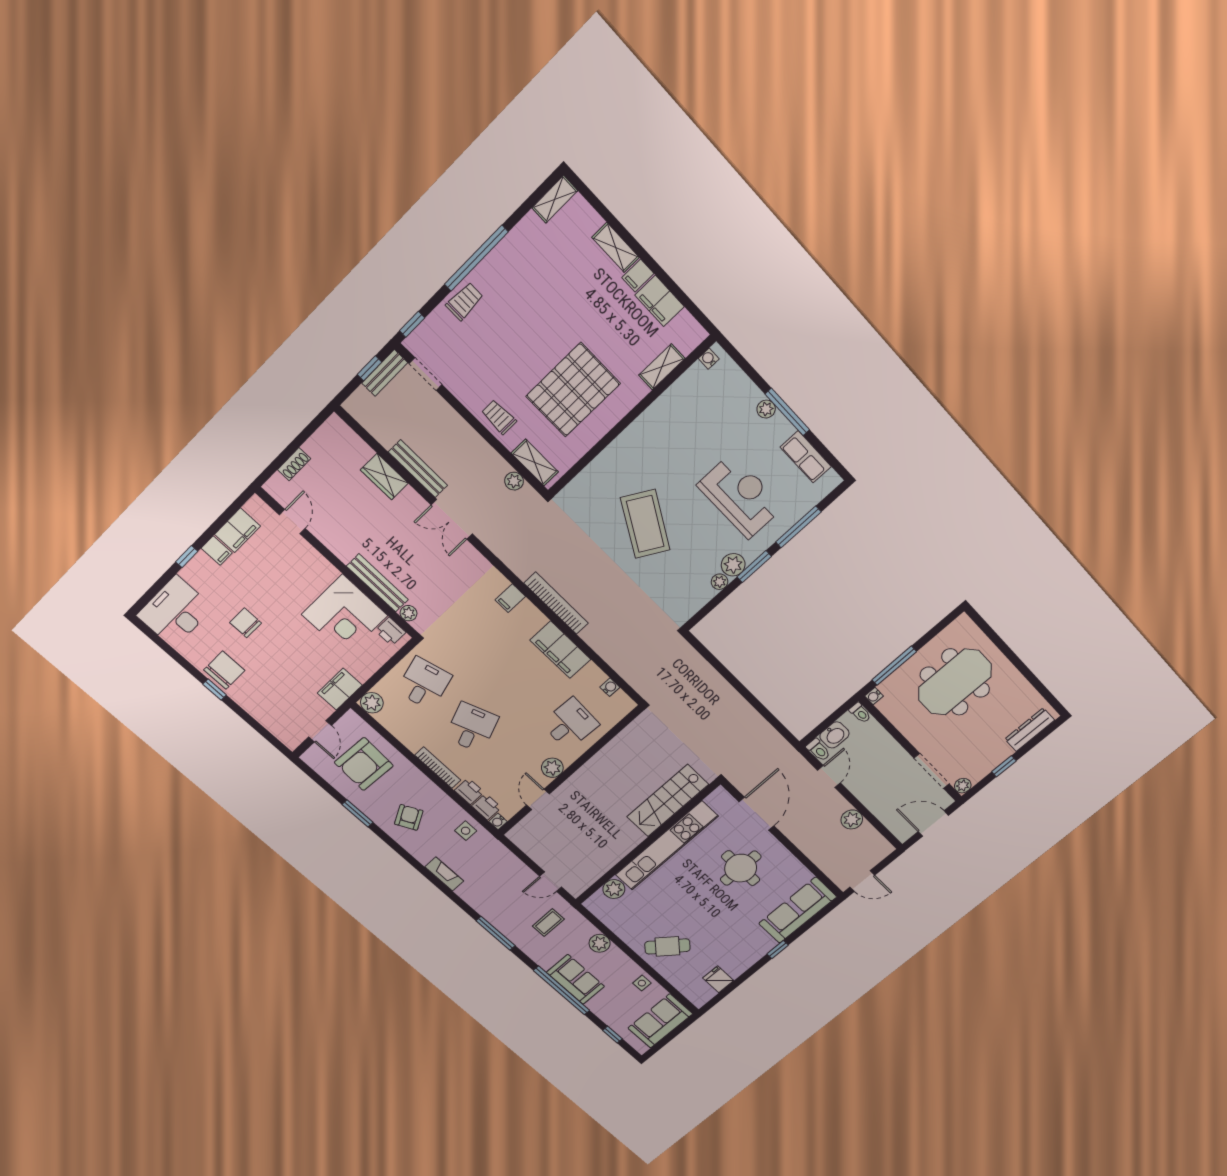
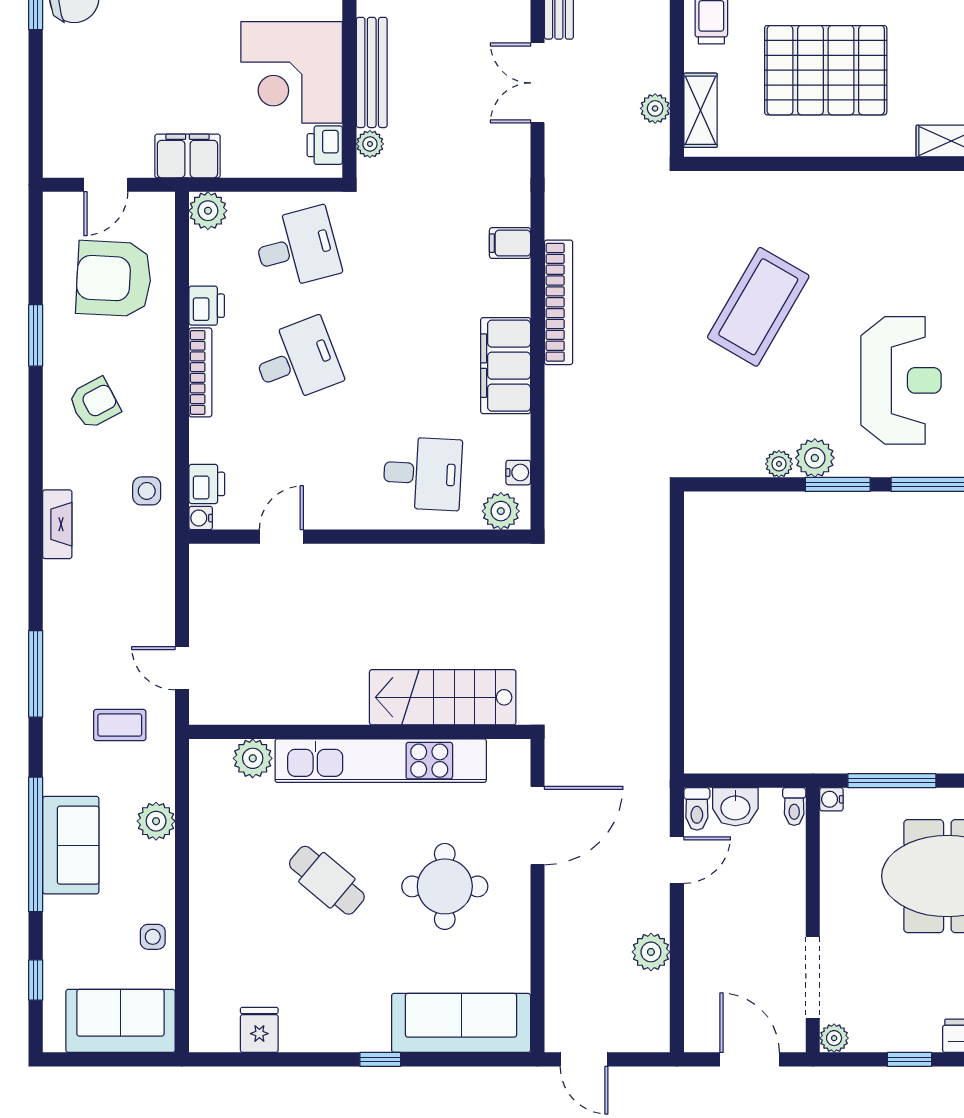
plant: (552, 768) -> (501, 511), moved
printer: (469, 791) -> (207, 306), moved
cafe table: (667, 946) -> (327, 880), moved

